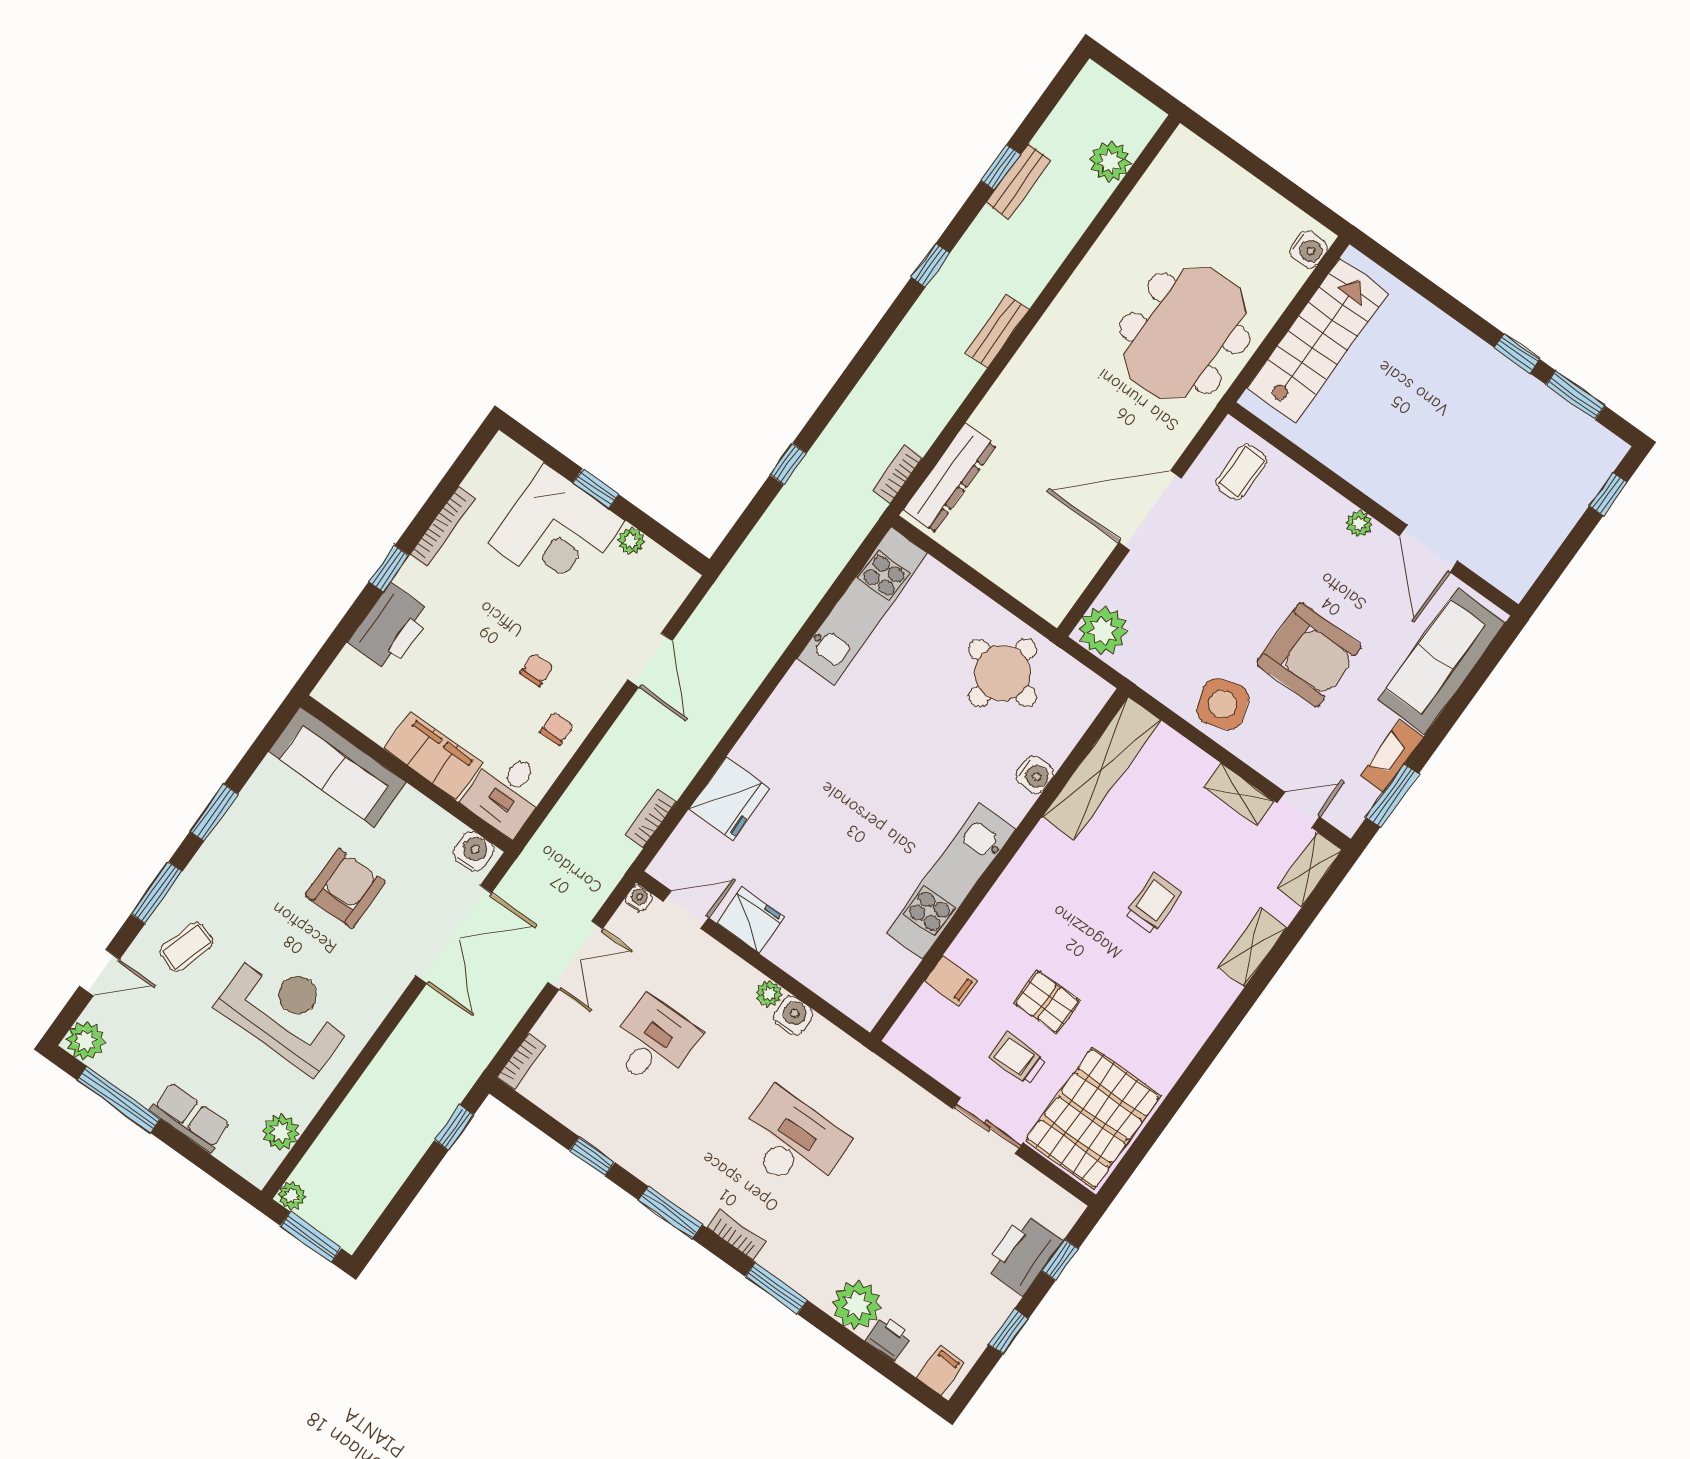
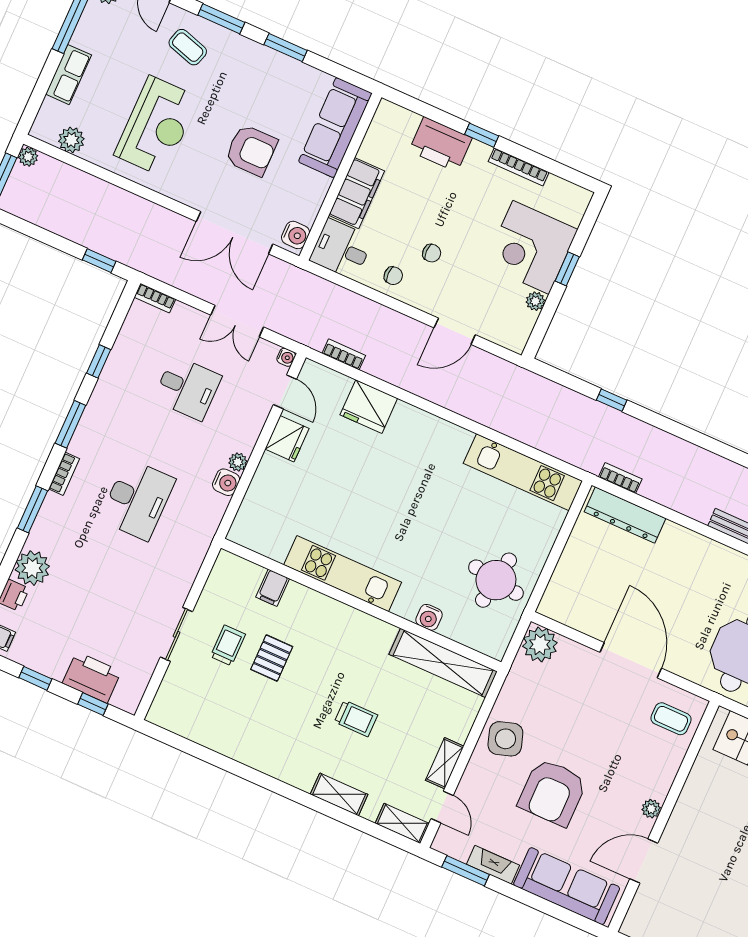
pallet: (1093, 1118) -> (197, 707), removed

